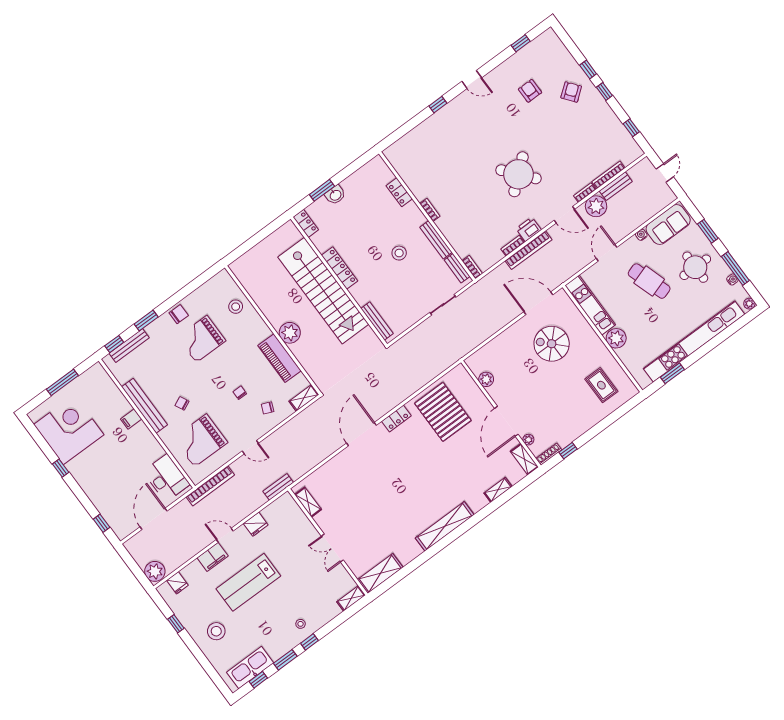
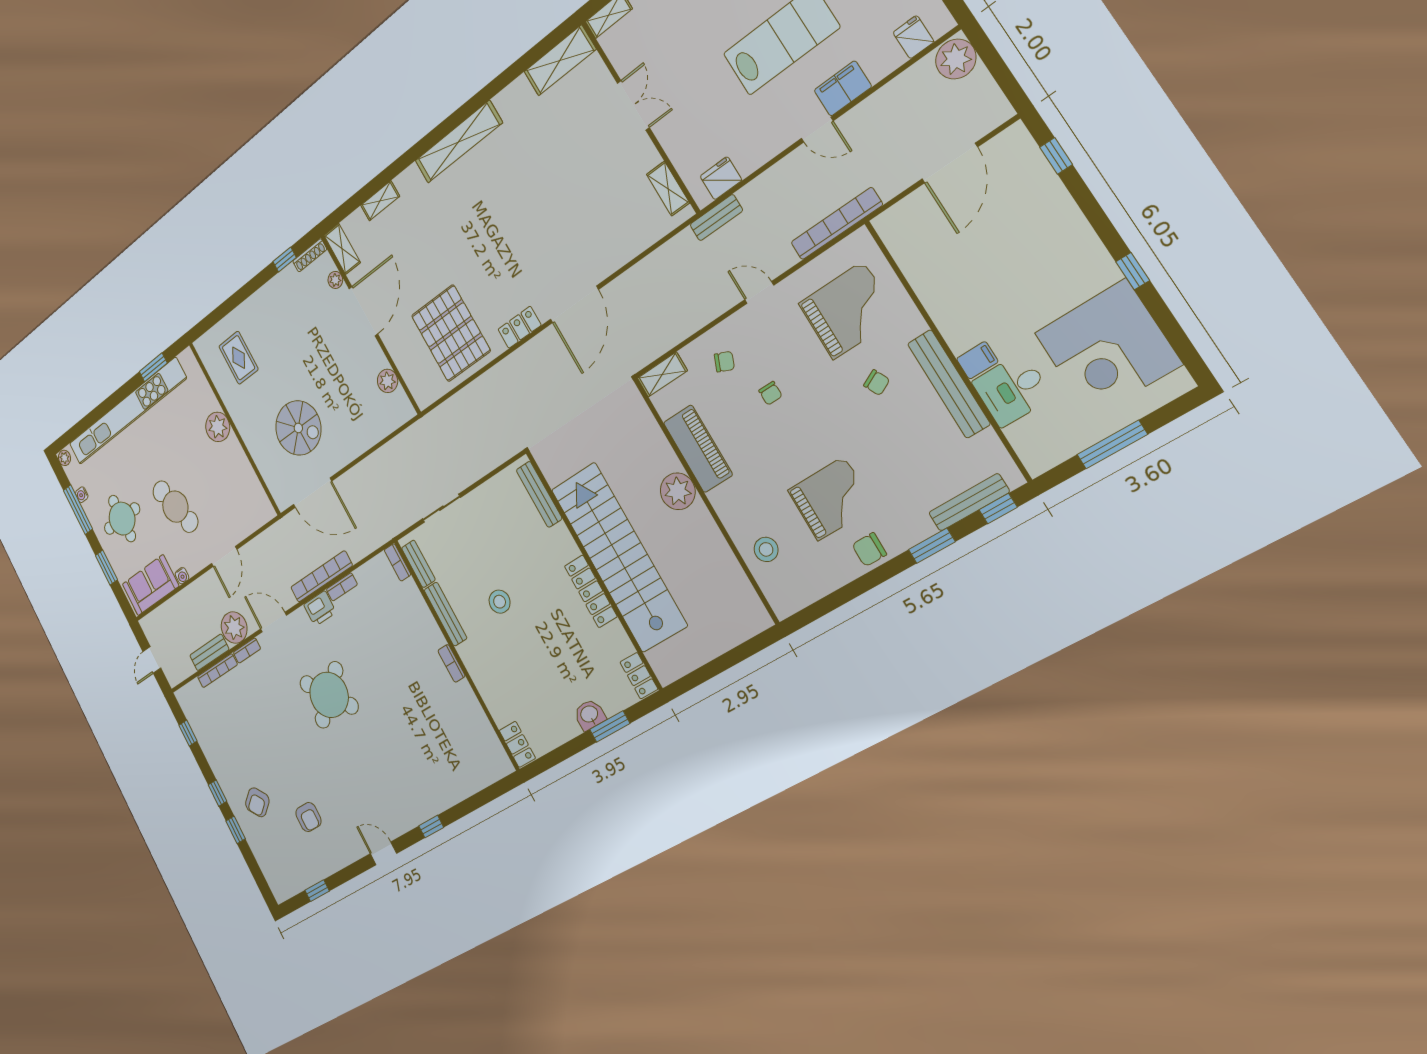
locker: (399, 192) -> (517, 744), moved
kitchen unit: (590, 305) -> (247, 481), removed
desk: (166, 478) -> (1012, 390), moved, width x0.73
fridge: (256, 524) -> (721, 178), moved

